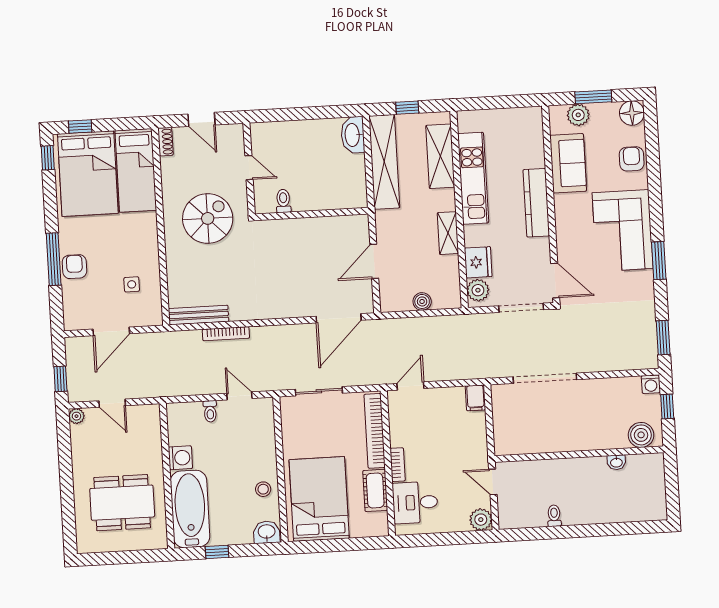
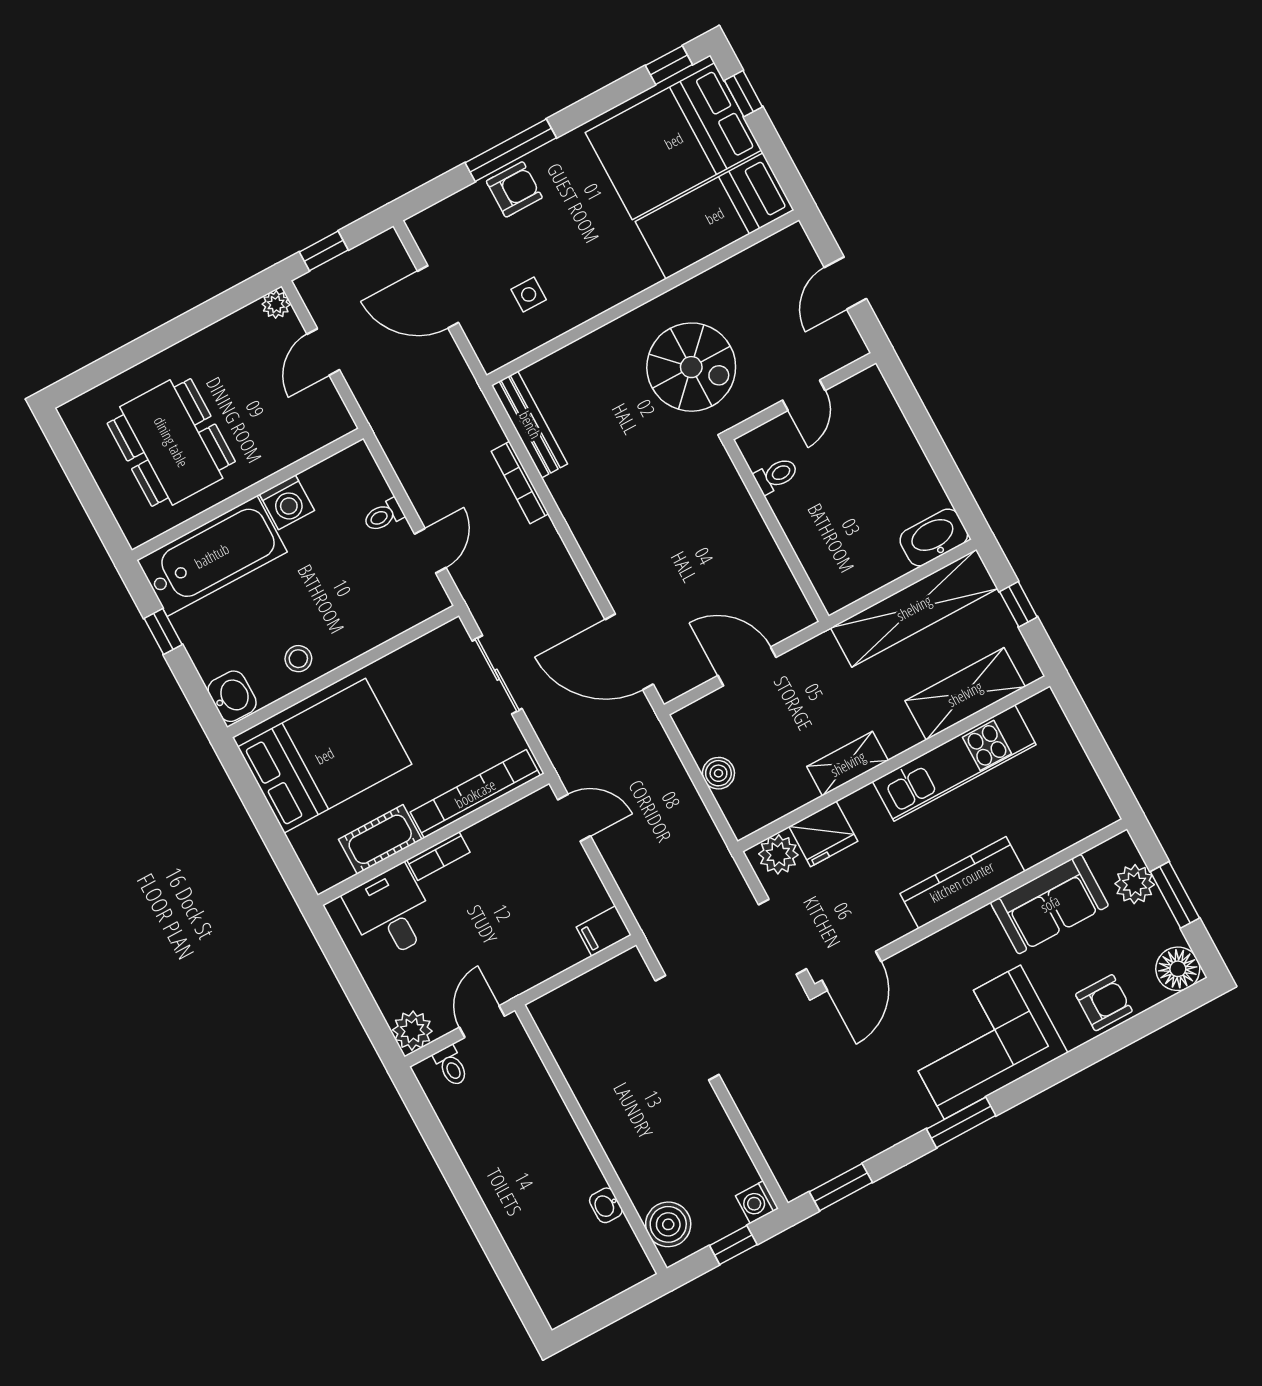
shoe rack: (165, 142) -> (783, 242), removed
toilet: (554, 516) -> (451, 1066), moved, turned 90

